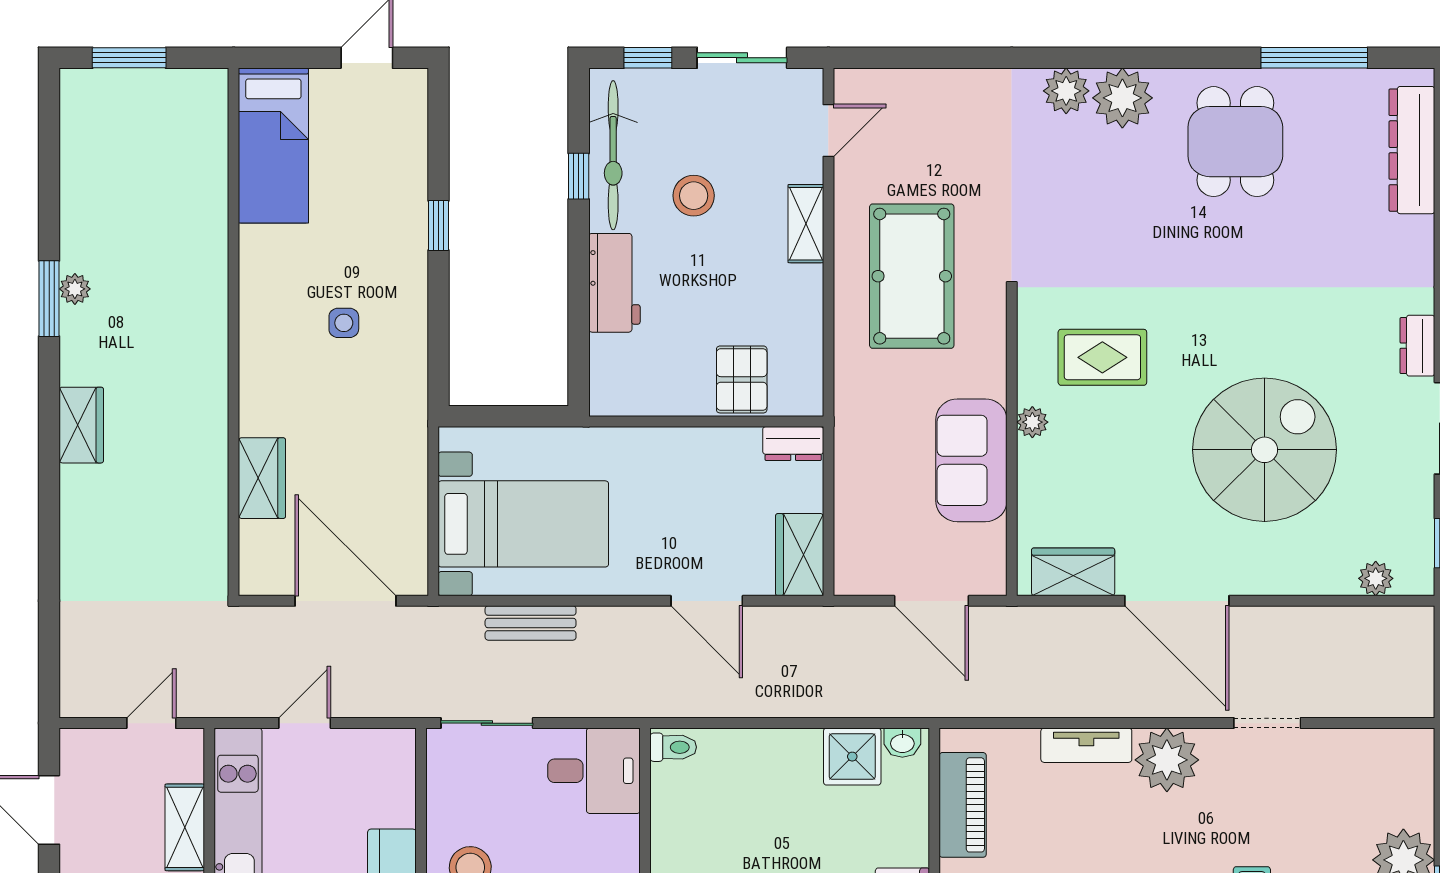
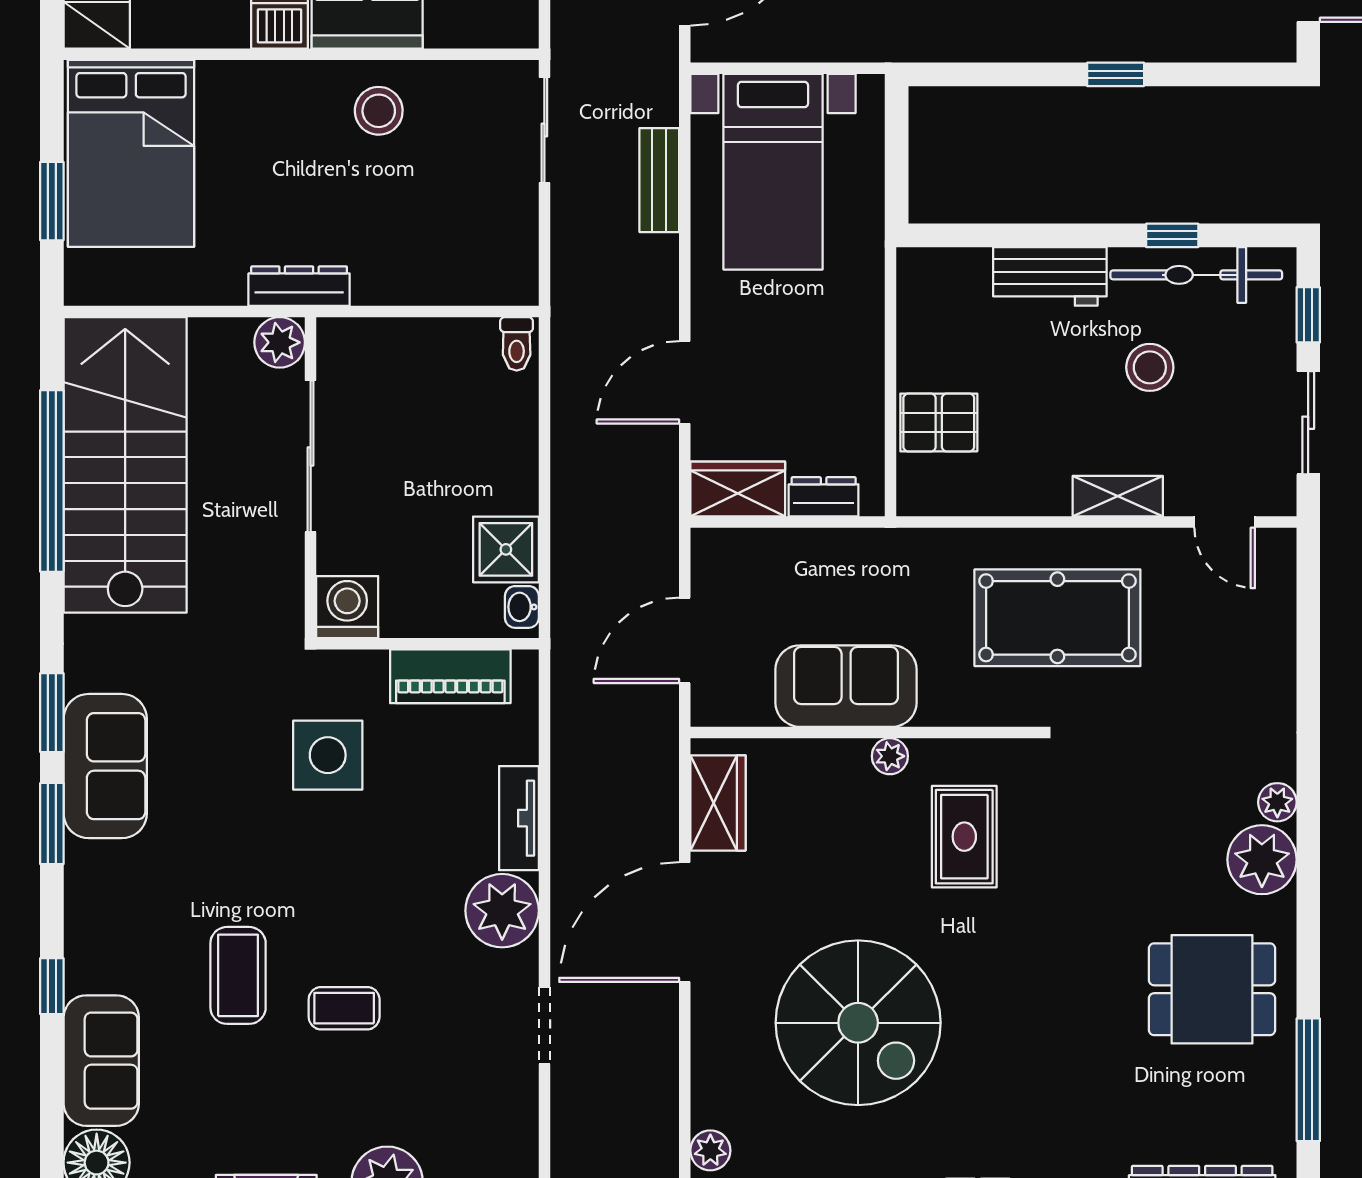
plant: (1066, 91) -> (1277, 802), width x0.73, depth x0.73
dresser: (793, 443) -> (824, 497), moved, turned 90
desk: (594, 771) -> (490, 253), removed

